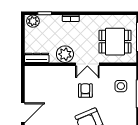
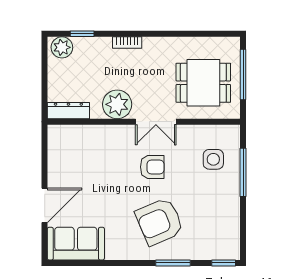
armchair: (85, 91) -> (152, 167), turned 90

